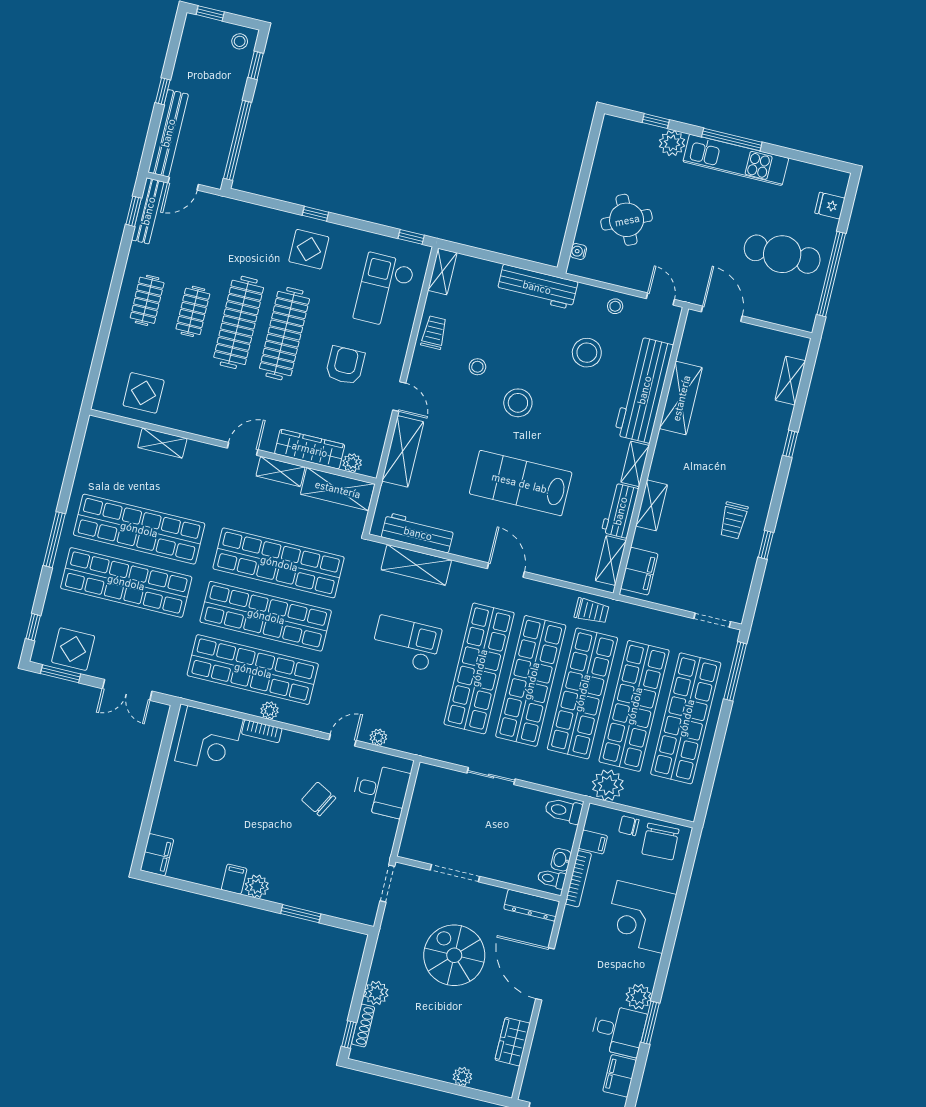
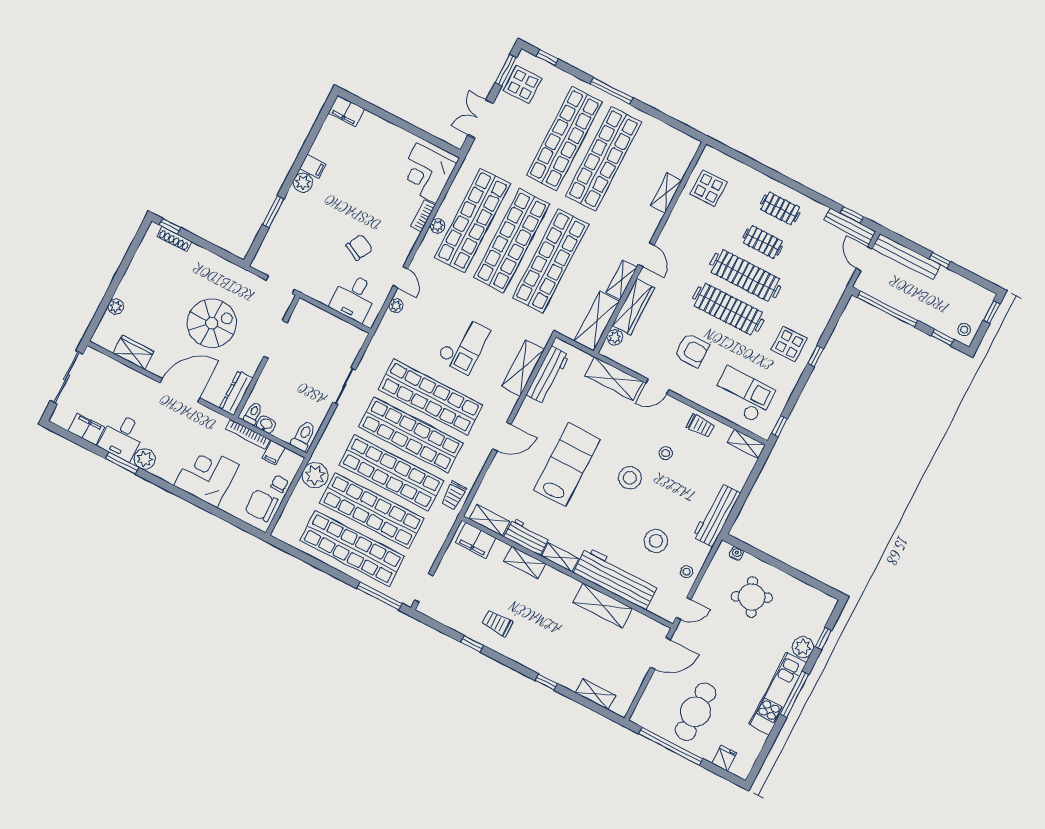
plant: (376, 993) -> (197, 255), removed

